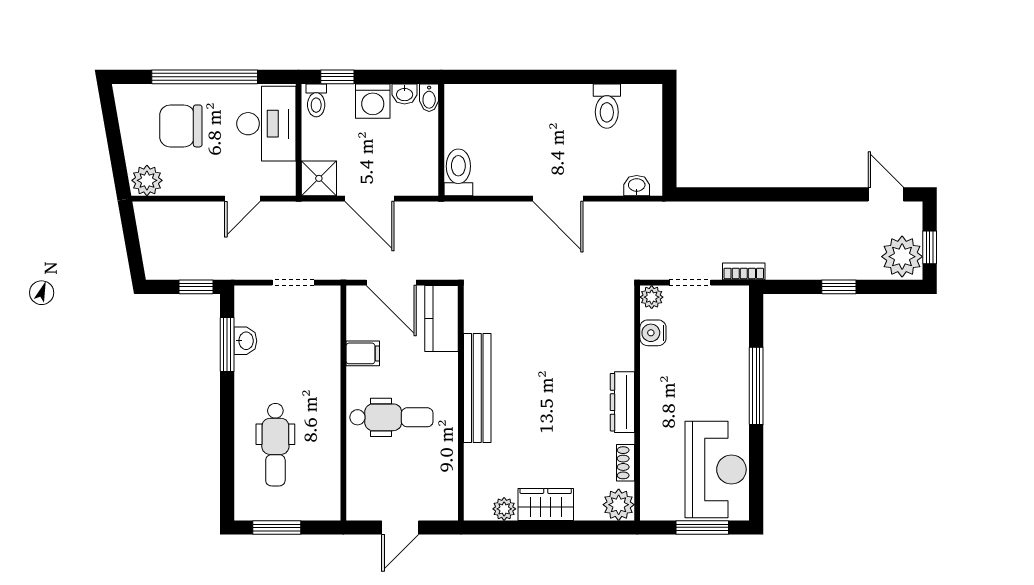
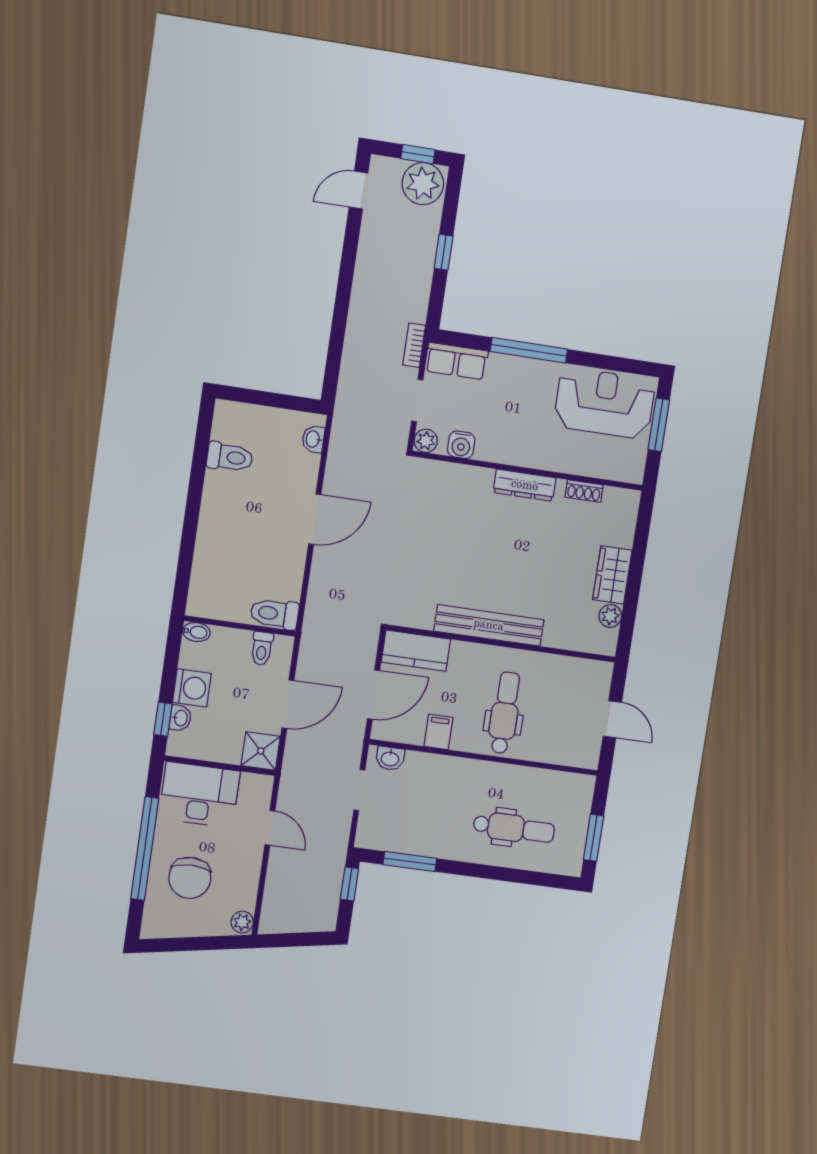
washbasin: (405, 94) -> (180, 718), moved
toilet: (316, 100) -> (262, 648), moved, turned 90
plant: (147, 180) -> (242, 922), width x0.73, depth x0.73
row of seats: (735, 316) -> (457, 361), added
washbasin: (245, 341) -> (390, 758), moved, turned 180
plant: (619, 505) -> (624, 504), removed

